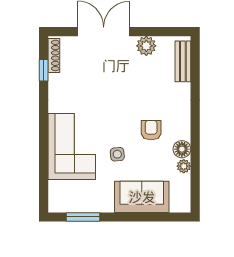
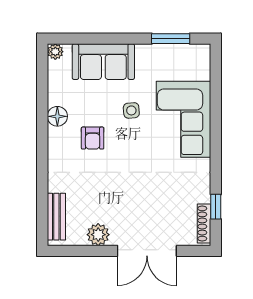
plant: (184, 166) -> (55, 52), moved

